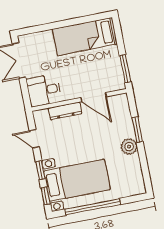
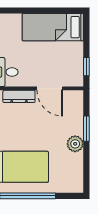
window: (125, 69) -> (86, 67), width x0.67

